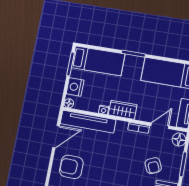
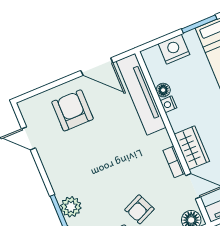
floor lamp: (69, 103) -> (163, 90), moved
wardrobe: (123, 110) -> (192, 148), moved

